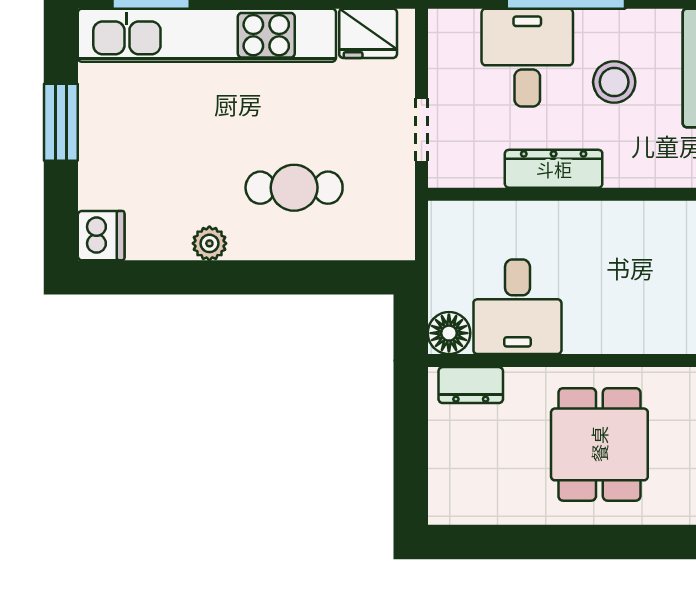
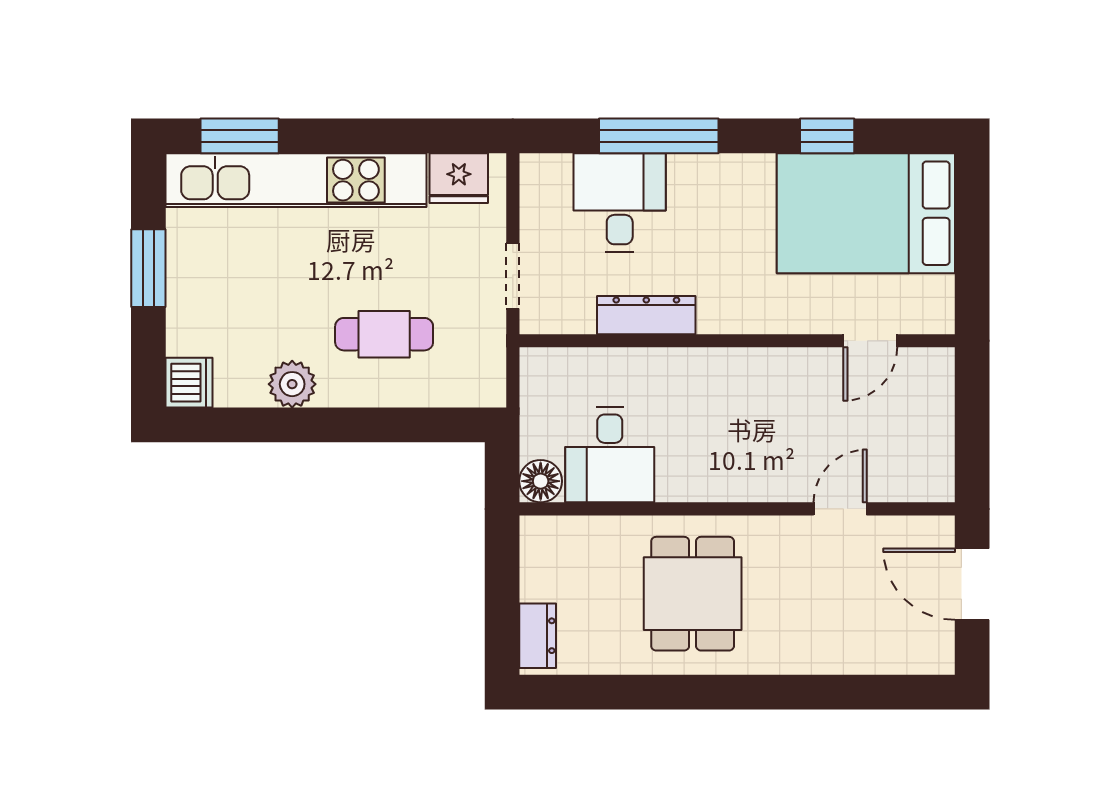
stool: (614, 82) -> (708, 227), removed
plant: (209, 243) -> (292, 384), width x1.38, depth x1.38
dresser: (471, 385) -> (538, 636), moved, turned -90

